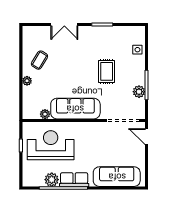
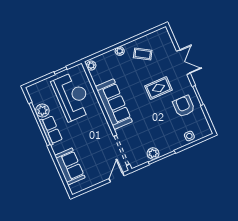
double door: (64, 24) -> (183, 62), swing flipped
armchair: (107, 43) -> (184, 106), added
rug: (107, 71) -> (158, 88), moved
plant: (45, 114) -> (91, 66), moved
sofa: (117, 177) -> (70, 166), width x0.73

